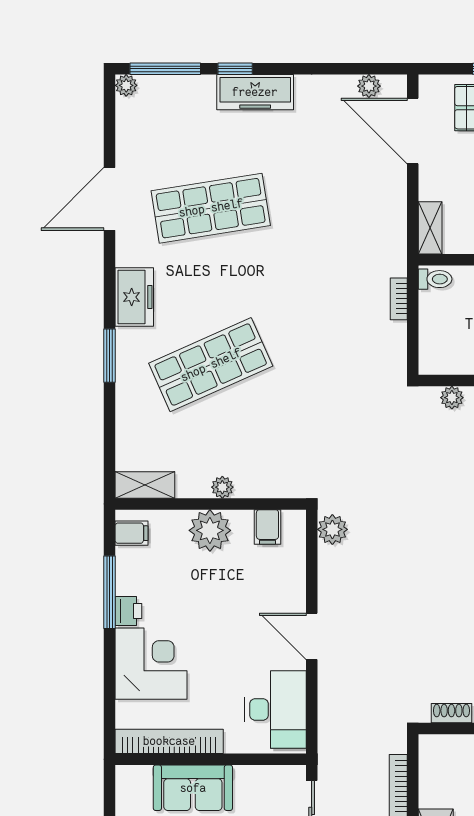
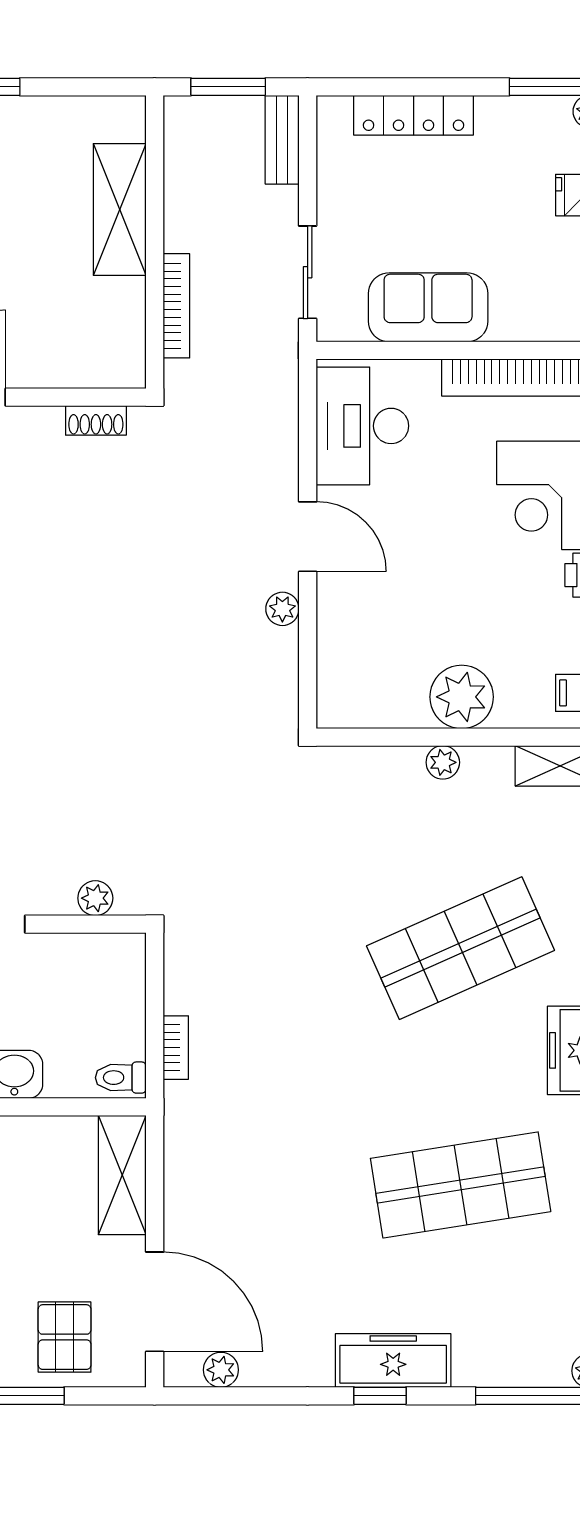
window: (235, 69) -> (380, 1396), moved
shelving: (430, 228) -> (122, 1175), width x1.50, depth x1.33
filing cabinet: (267, 527) -> (375, 702), removed
plant: (332, 529) -> (282, 609), moved, width x0.73, depth x0.73
sofa: (193, 788) -> (428, 307), moved

